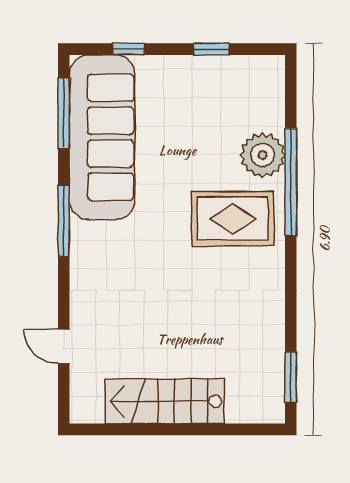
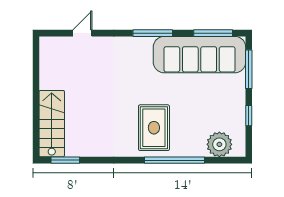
window: (128, 49) -> (249, 69), width x2.17
plant: (263, 155) -> (219, 144), moved
stairs: (165, 401) -> (52, 124), moved

